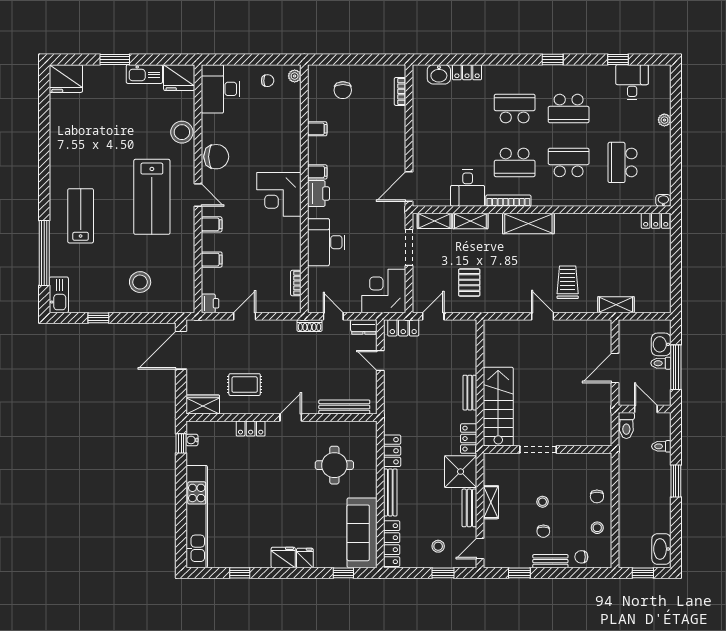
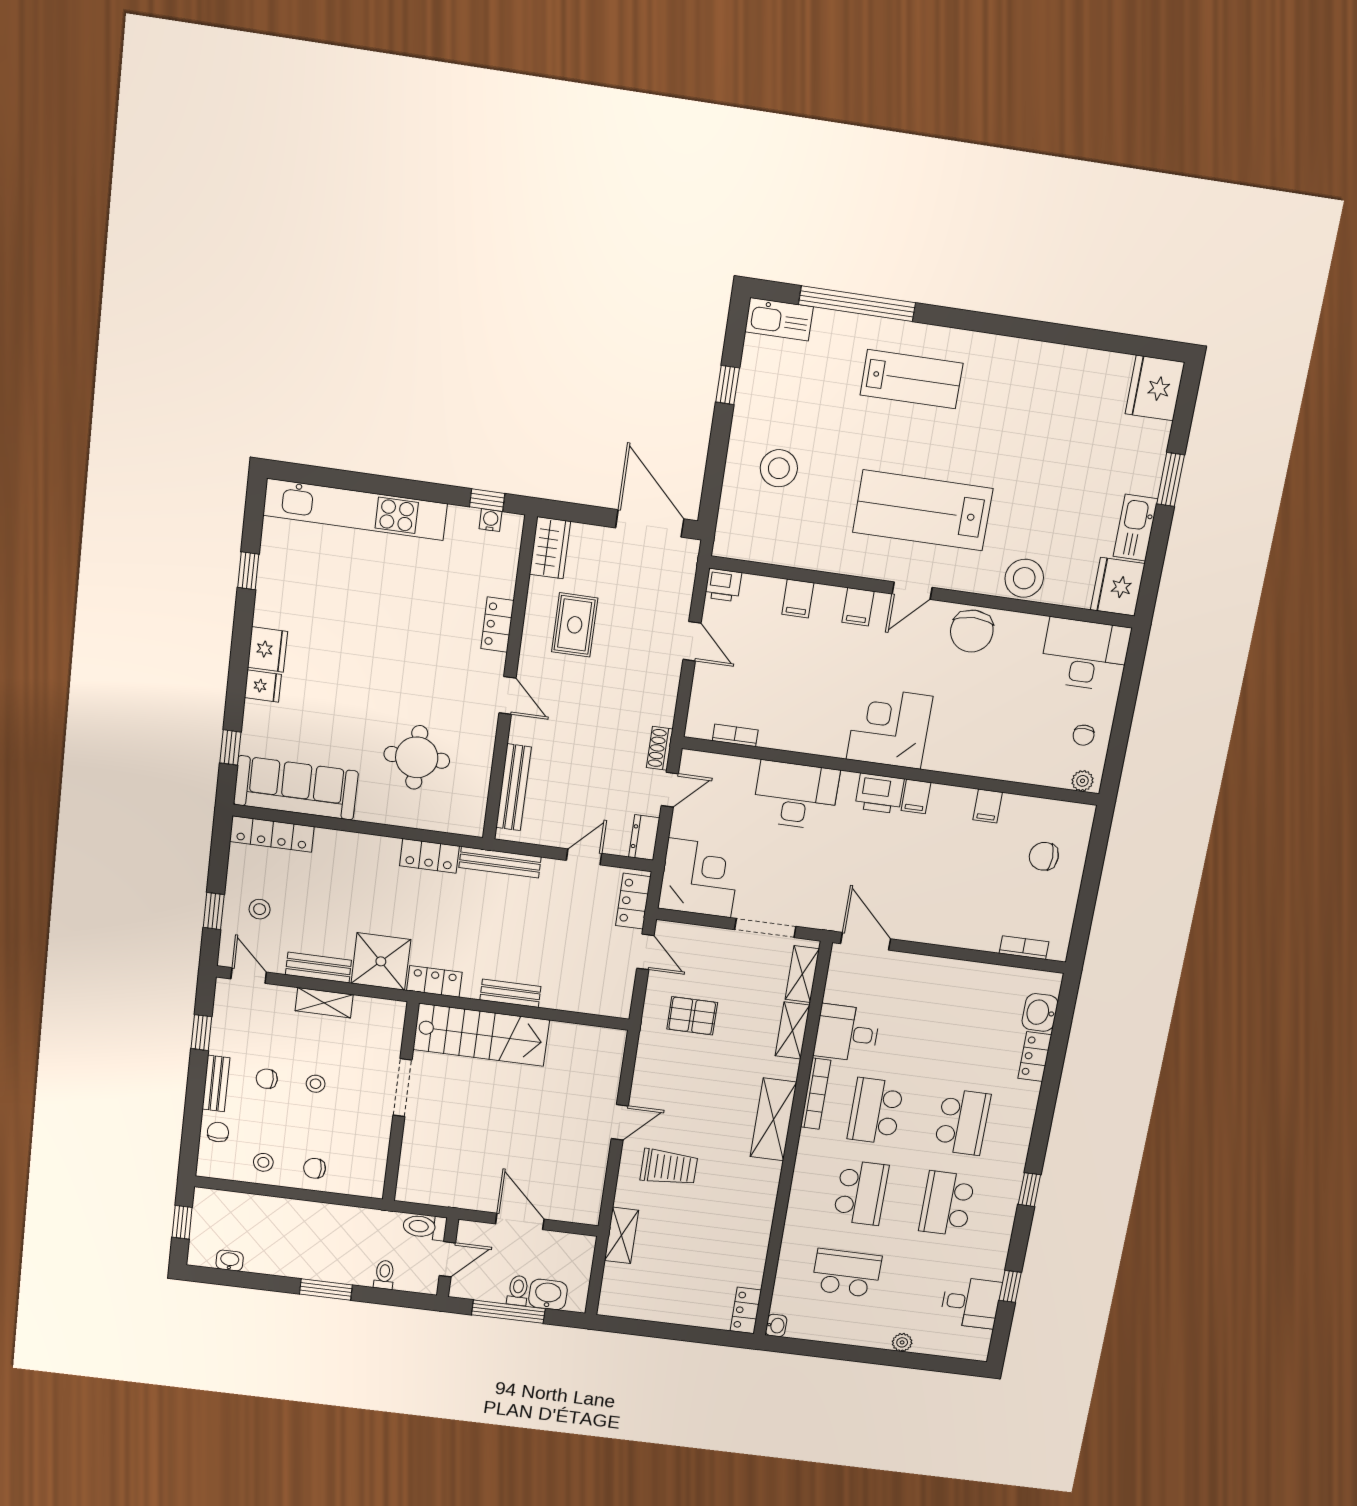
bench: (390, 492) -> (500, 862), moved
washbasin: (661, 549) -> (230, 1261), width x0.52, depth x0.69

